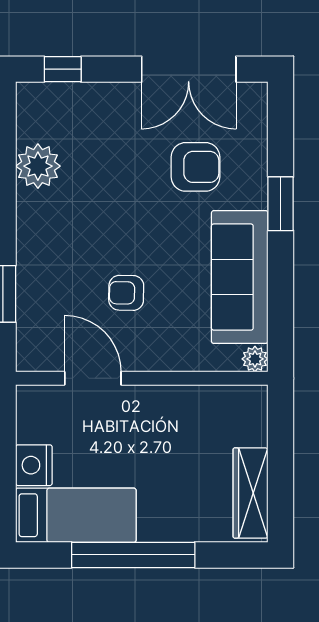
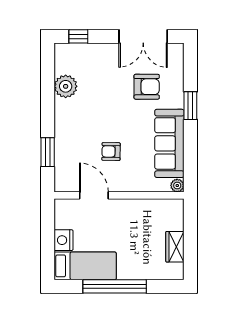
wardrobe: (250, 493) -> (175, 247), width x0.67

